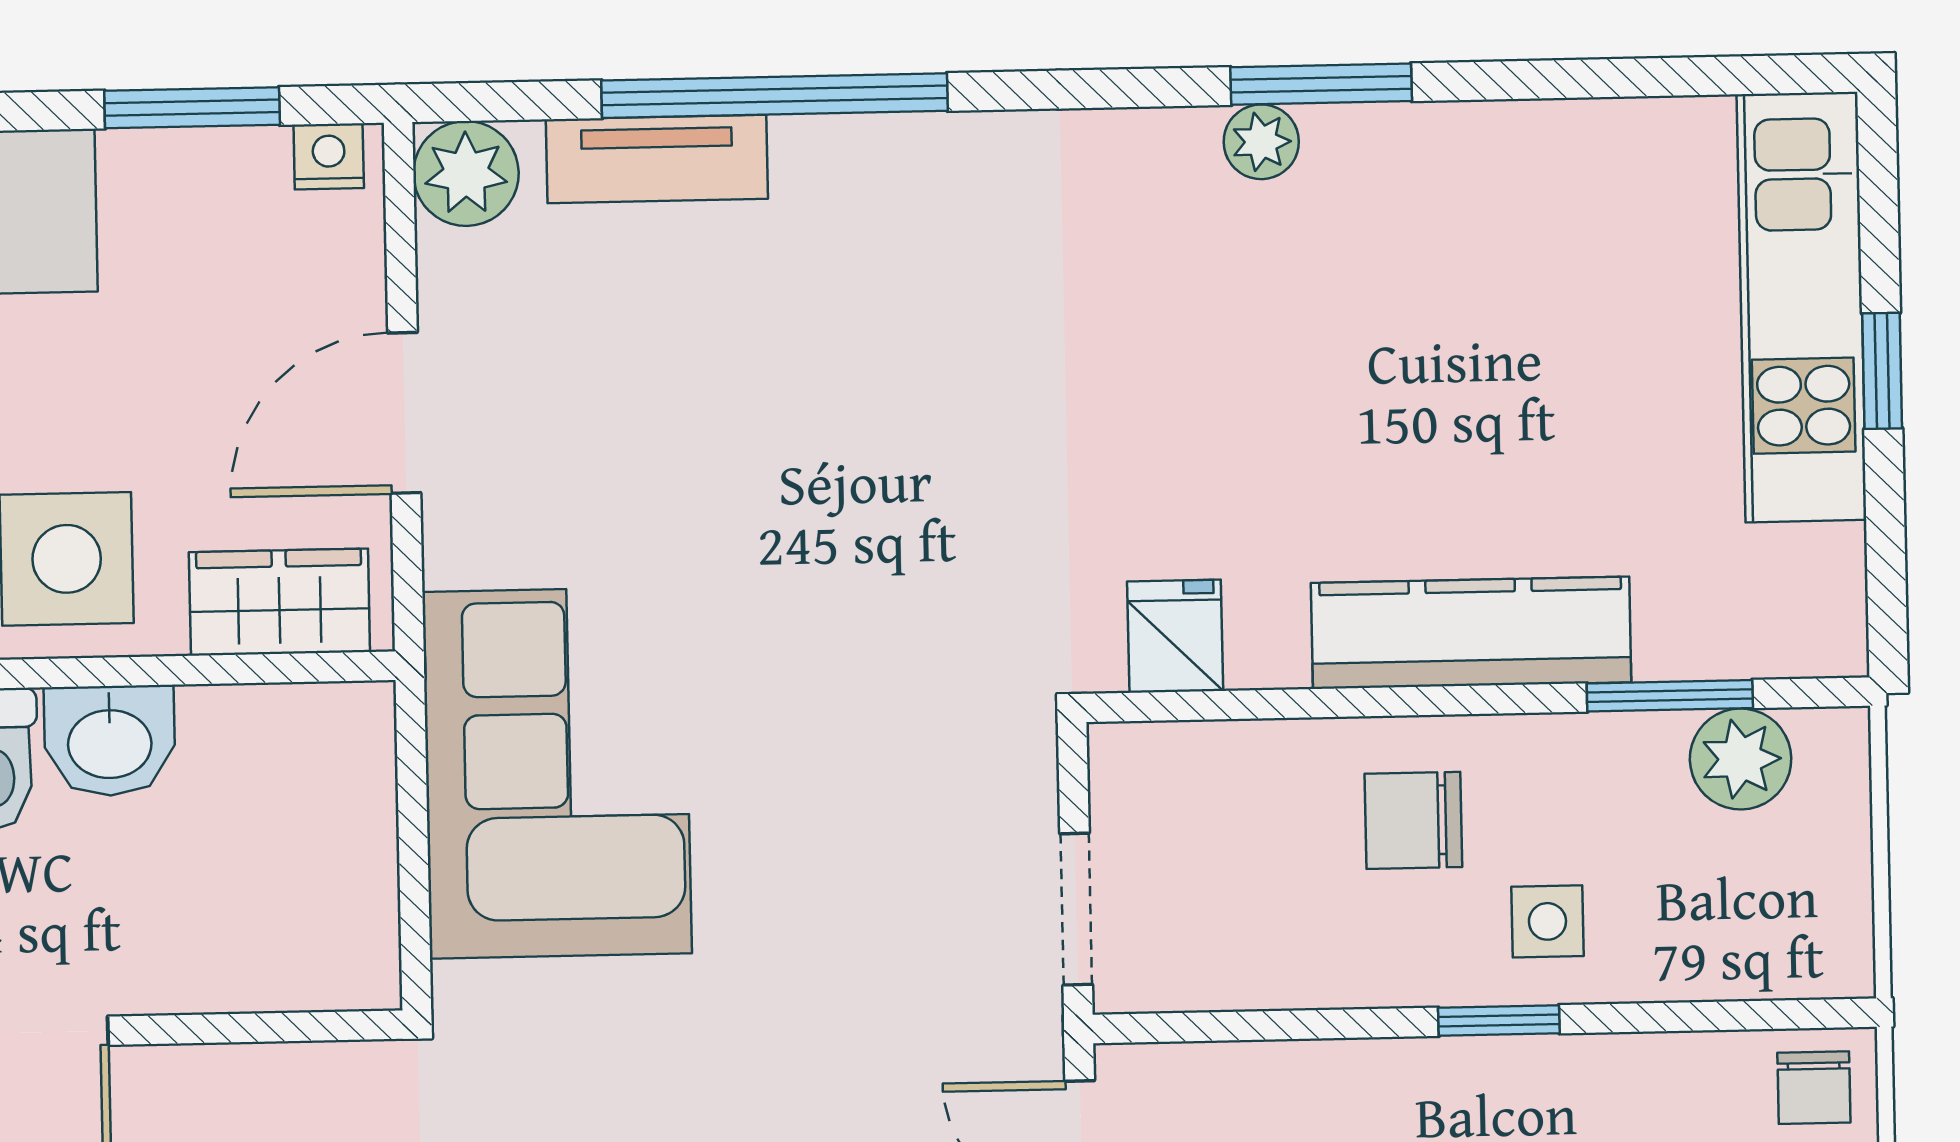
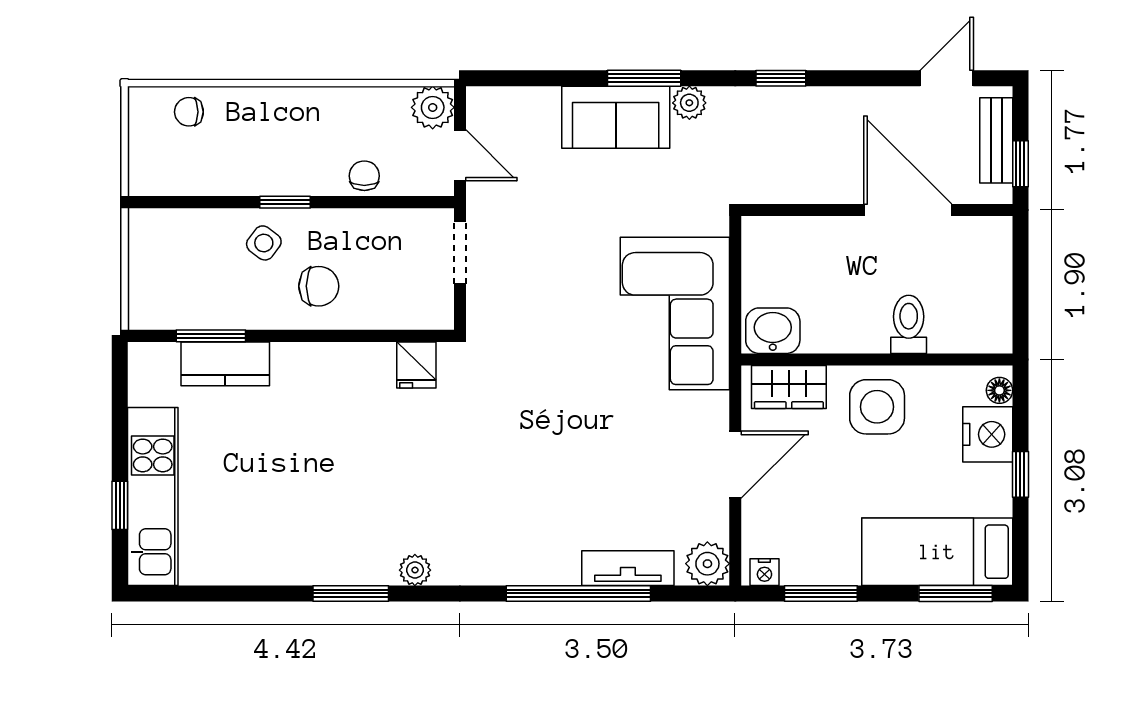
plant: (1261, 142) -> (415, 570), moved
window: (1882, 371) -> (120, 505), moved
kitchen counter: (1471, 633) -> (225, 364), moved, width x0.67
washbasin: (110, 741) -> (773, 331), moved
plant: (1741, 759) -> (182, 309), removed
side table: (1547, 921) -> (264, 243), turned 37
chair: (1814, 1088) -> (364, 176), moved

